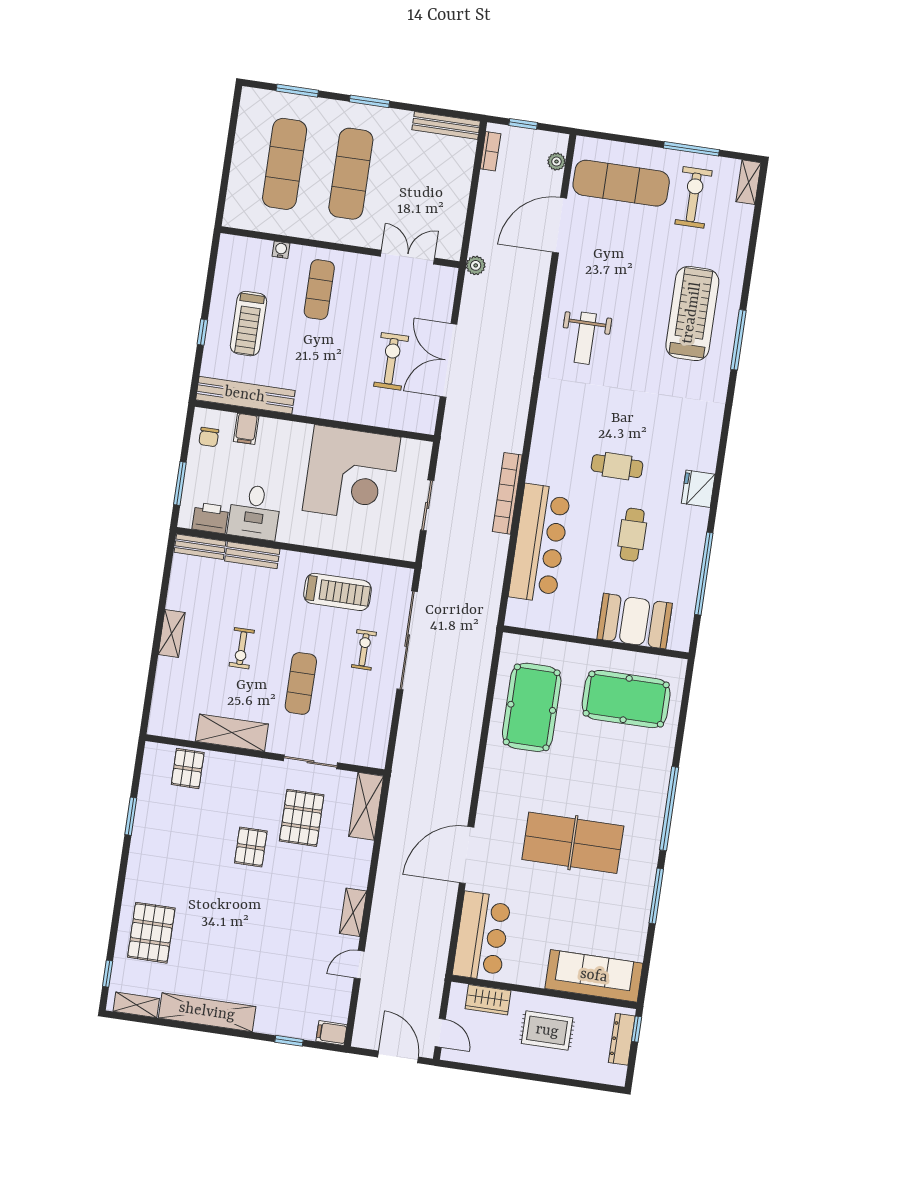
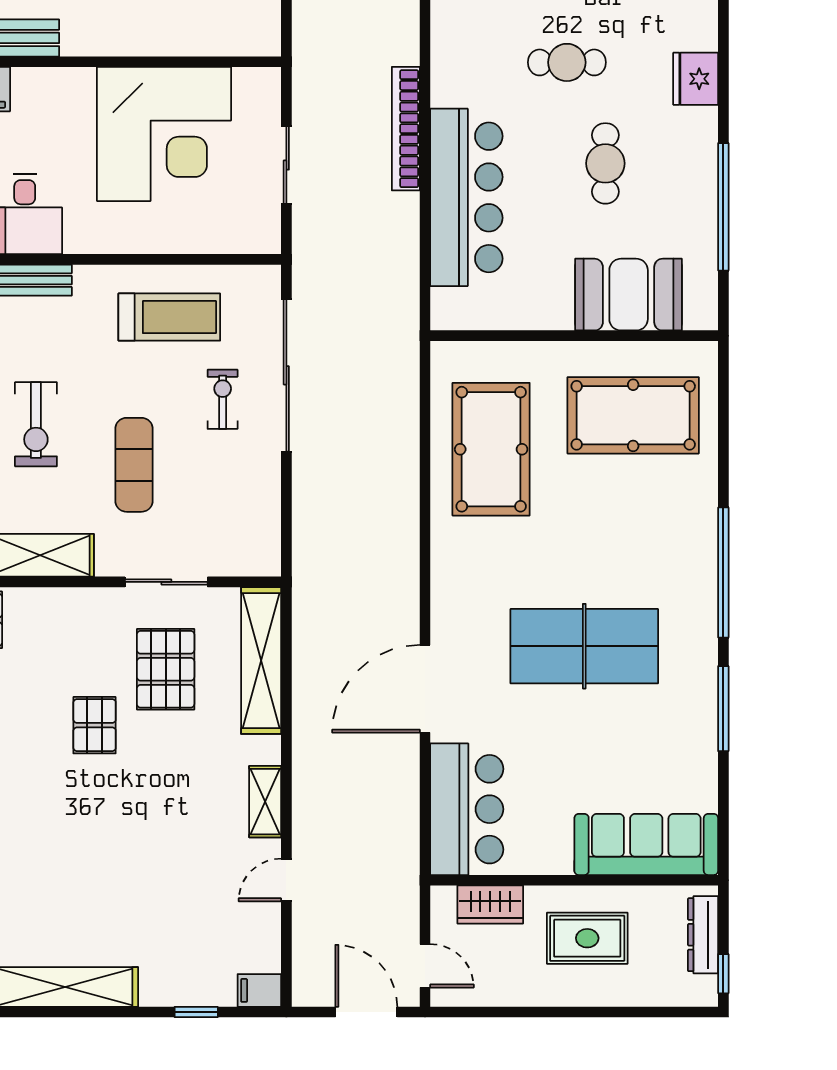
exercise bike: (242, 648) -> (36, 424), width x1.38, depth x1.39
shelving: (366, 806) -> (261, 661), width x1.47
window: (637, 1029) -> (723, 974), moved

